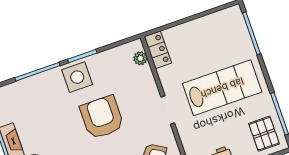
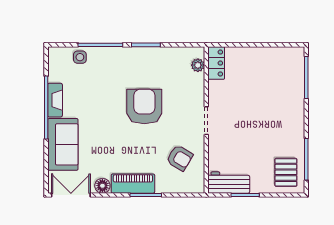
side table: (77, 77) -> (80, 57), moved, width x0.54, depth x0.54
lab bench: (222, 88) -> (262, 118), removed

